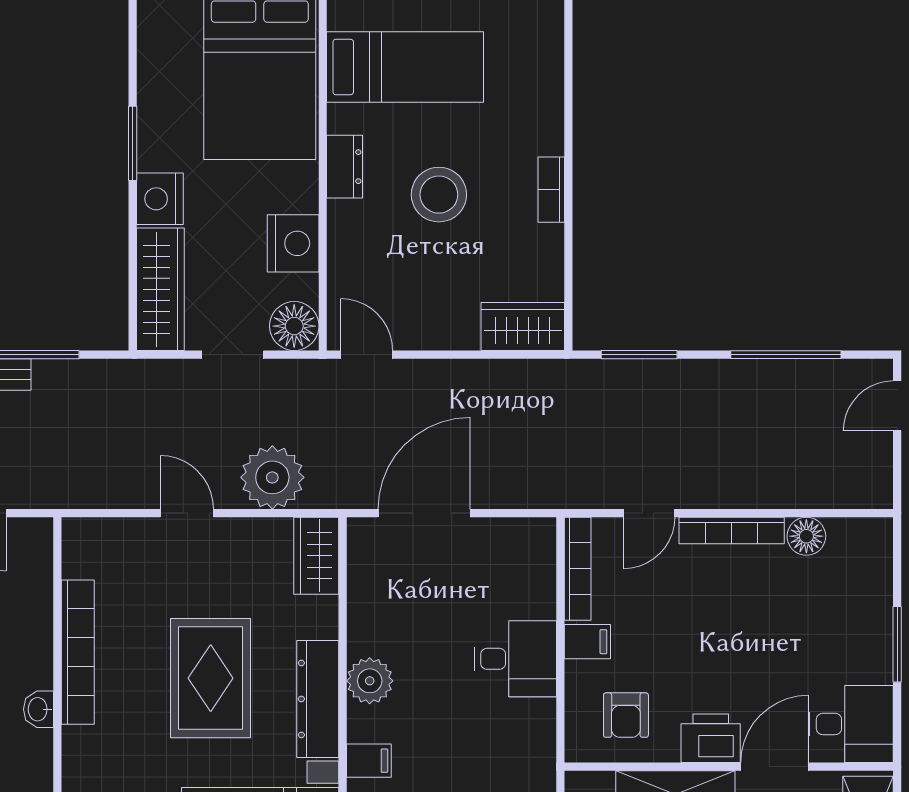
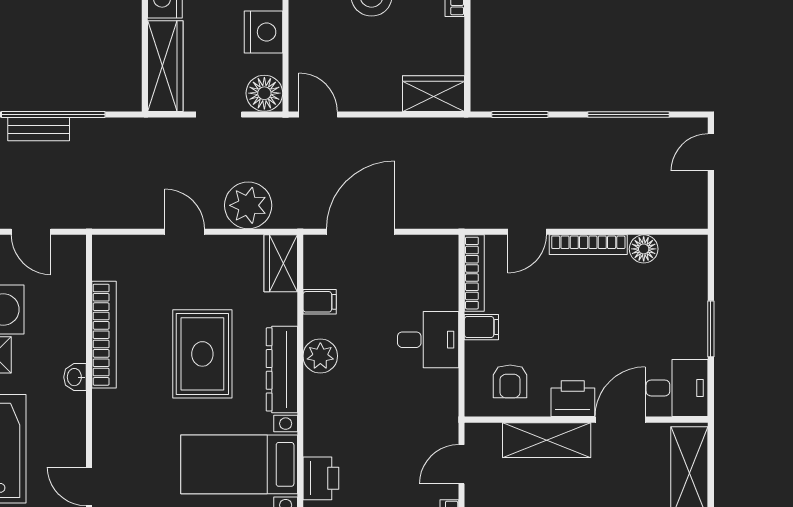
filing cabinet: (369, 761) -> (320, 302), moved

